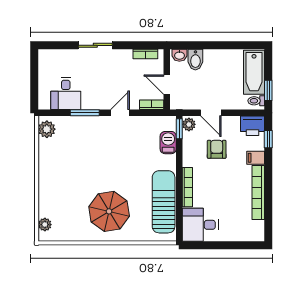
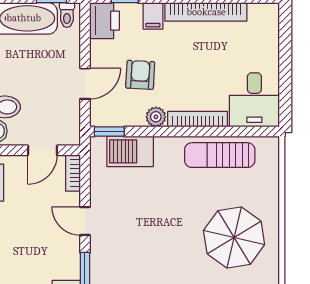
plant: (189, 124) -> (156, 117), moved
barbecue: (168, 143) -> (130, 151), width x1.38, depth x1.27
armchair: (217, 149) -> (140, 75), turned 93
sun lounger: (164, 202) -> (220, 155), width x0.73, depth x0.75

